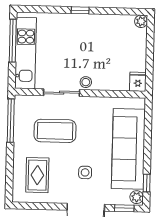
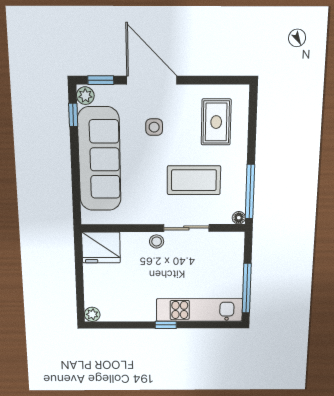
kitchen unit: (26, 53) -> (199, 310), moved, turned 90
fridge: (138, 82) -> (101, 248), width x1.88, depth x1.34
floor lamp: (20, 100) -> (239, 218), added

